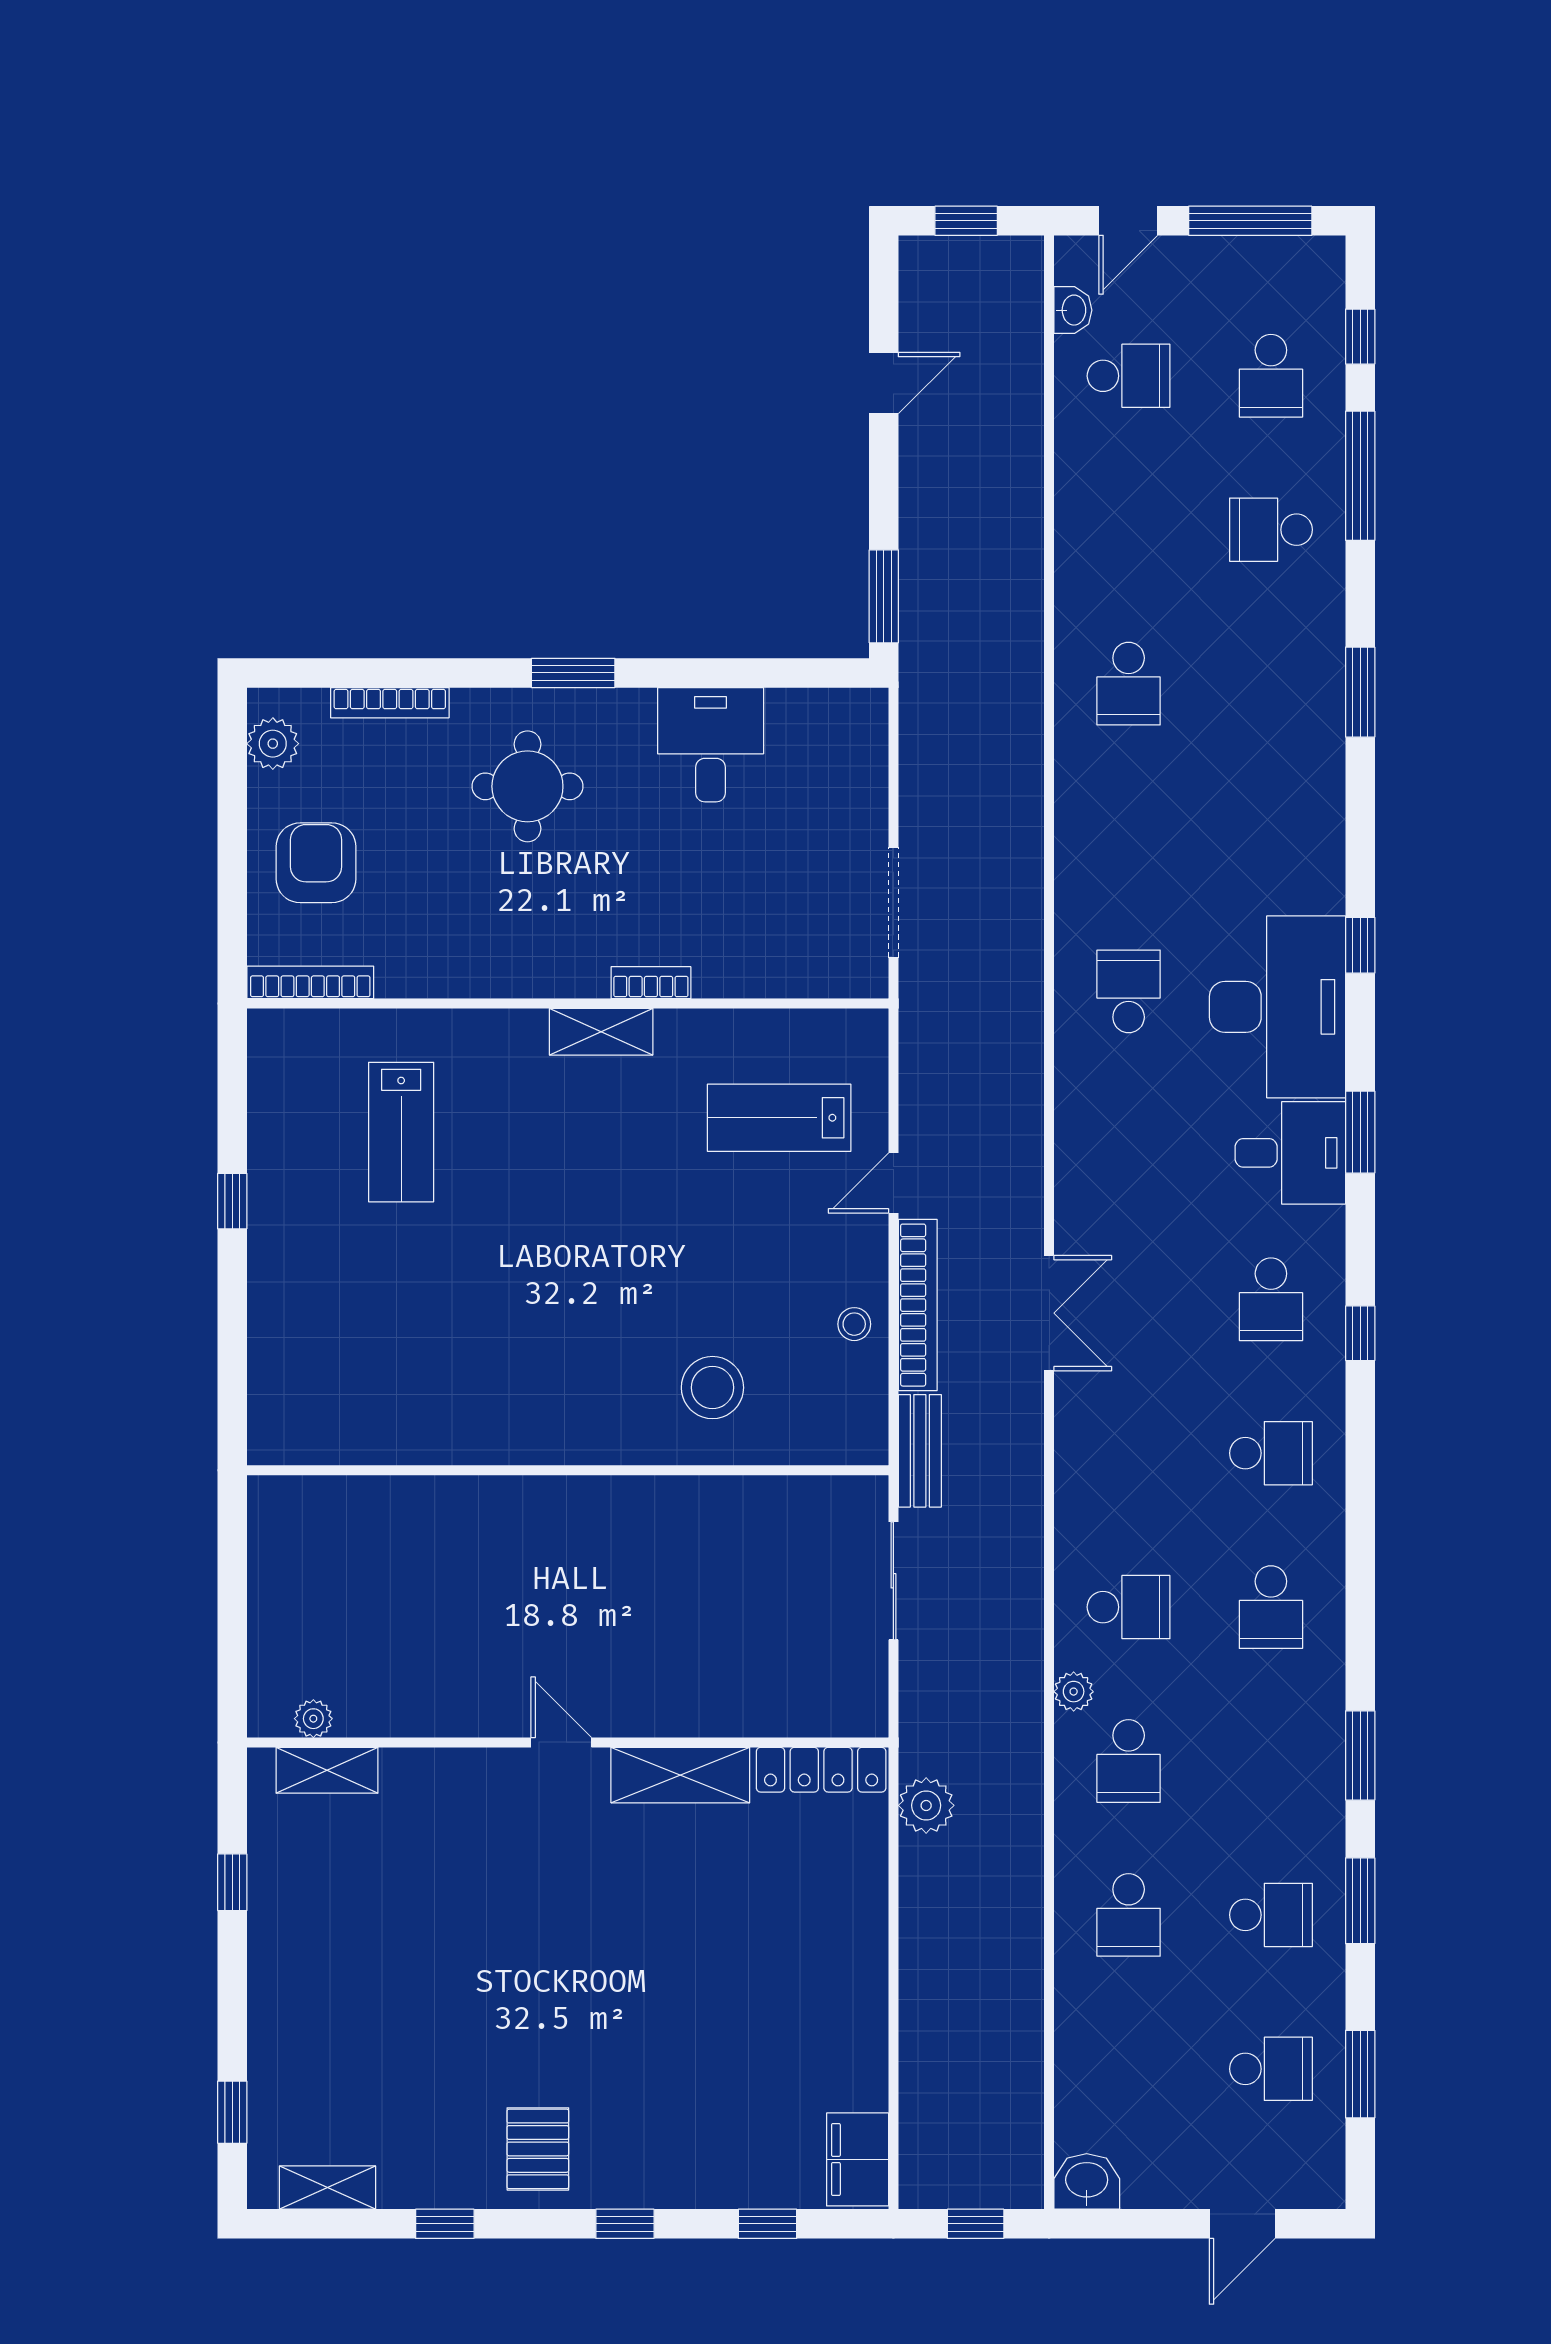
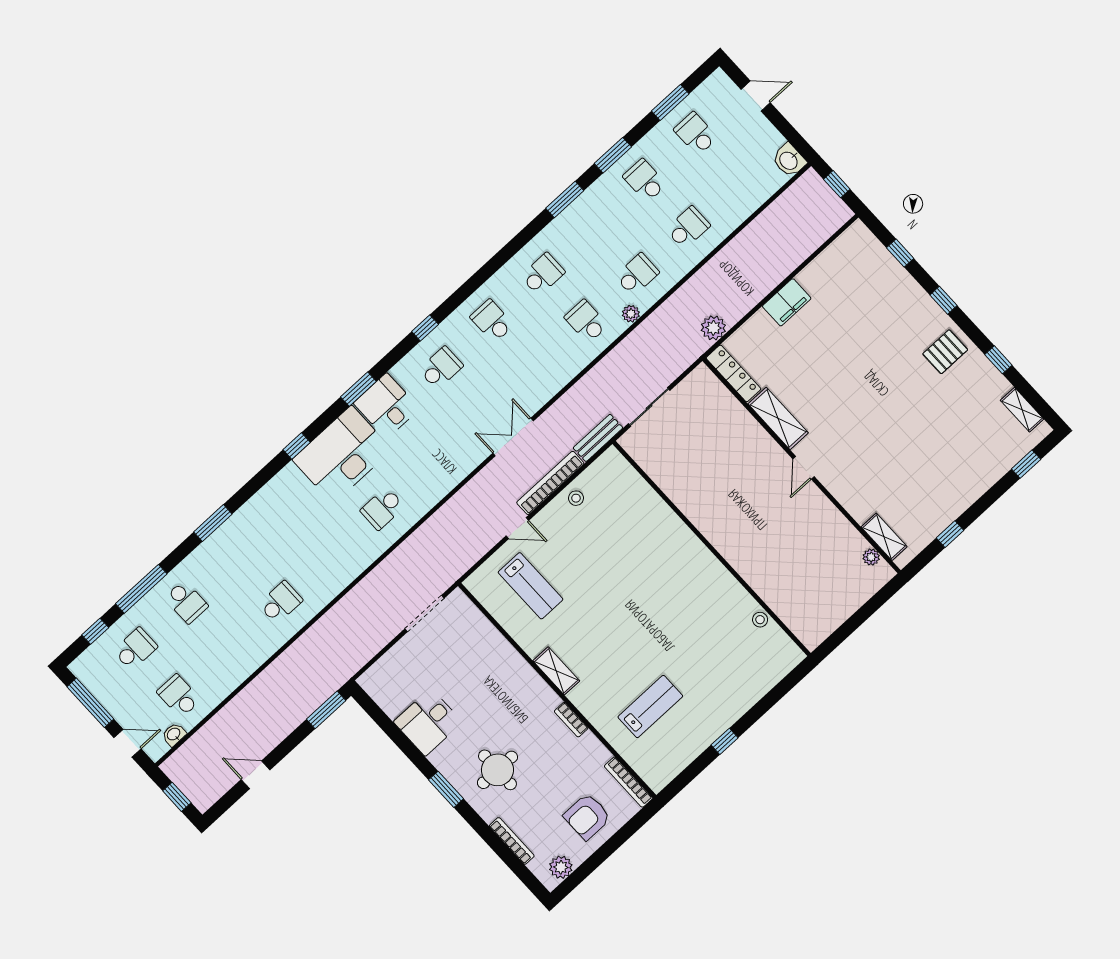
bookcase: (651, 983) -> (571, 720), moved
stool: (712, 1388) -> (760, 620), moved, width x0.53, depth x0.53
filing cabinet: (858, 2159) -> (787, 302), moved

